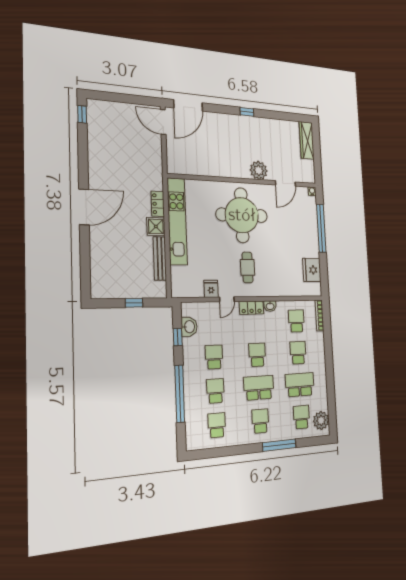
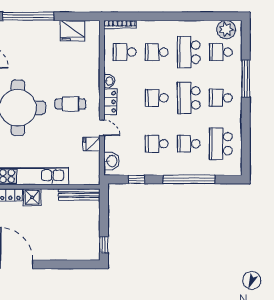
bench: (160, 258) -> (79, 195), moved
window: (134, 303) -> (104, 245), moved
washbasin: (189, 327) -> (112, 161), moved, turned 90
school desk: (217, 425) -> (221, 144), width x1.85

